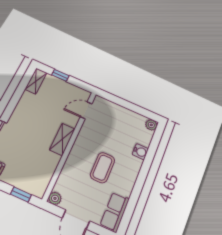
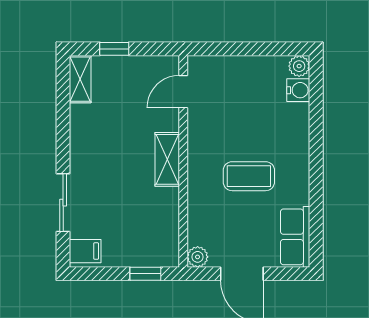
water cooler: (140, 152) -> (298, 90), moved
coffee table: (102, 168) -> (249, 176), turned 90

